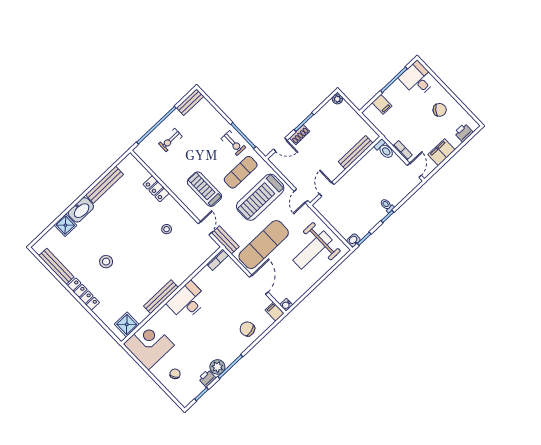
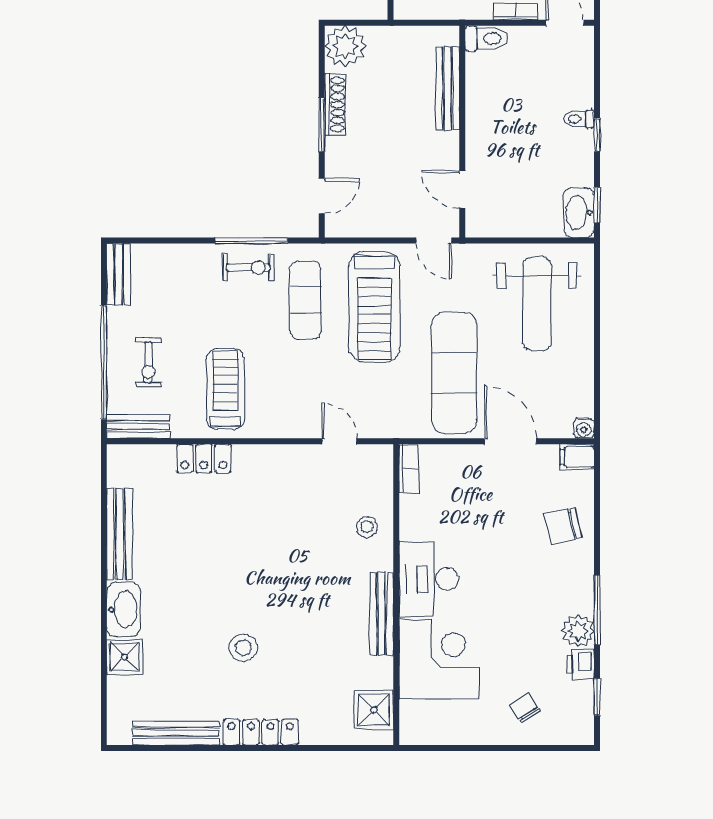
plant: (337, 99) -> (345, 46), width x1.88, depth x1.88
shoe rack: (300, 135) -> (335, 104), moved, width x1.43
treadmill: (204, 189) -> (225, 389), moved, turned 90
stool: (167, 229) -> (367, 527), moved
bench: (225, 240) -> (138, 426), moved
washbasin: (354, 240) -> (579, 213), width x1.91, depth x1.45
corner desk: (149, 345) -> (439, 659), moved, turned 90

